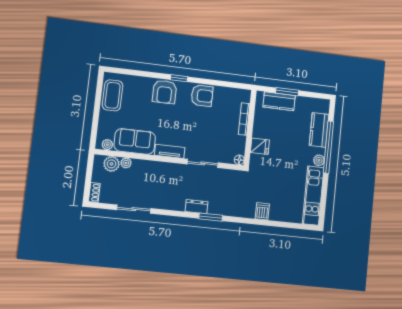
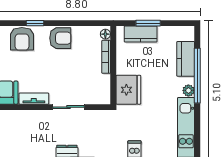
fridge: (260, 146) -> (128, 90), width x1.88, depth x1.34
floor lamp: (239, 160) -> (105, 34), moved

